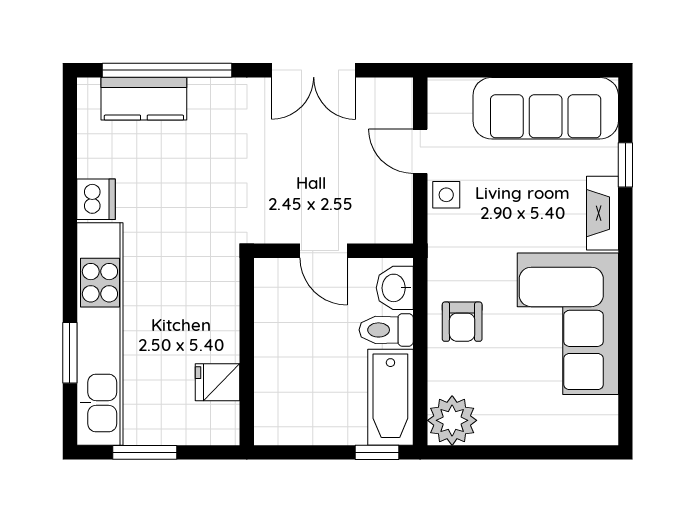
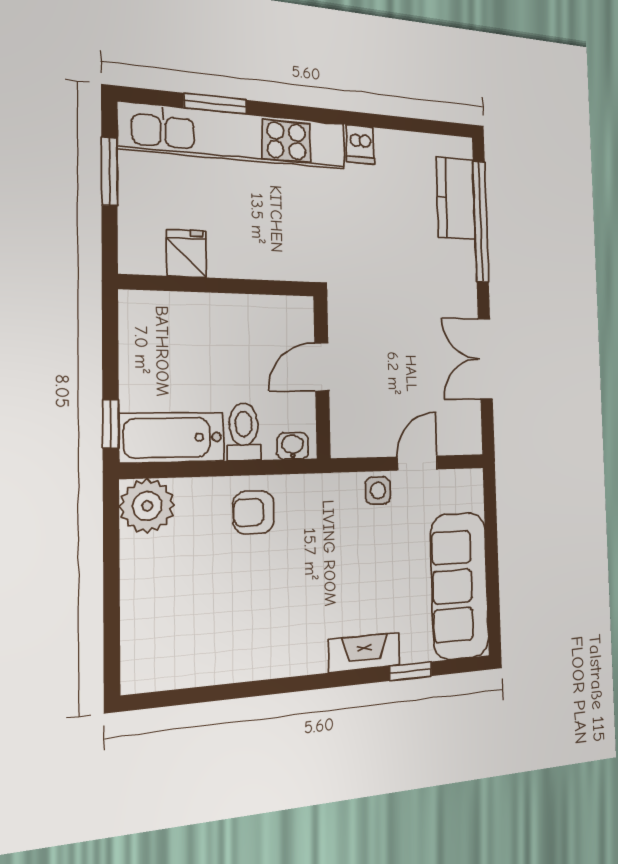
dishwasher: (96, 199) -> (360, 144), width x0.73
washbasin: (395, 288) -> (293, 446), width x0.72, depth x0.69
corner sofa: (568, 324) -> (253, 626), removed

